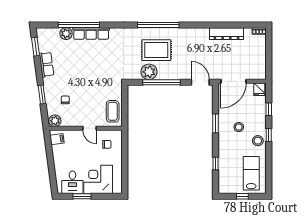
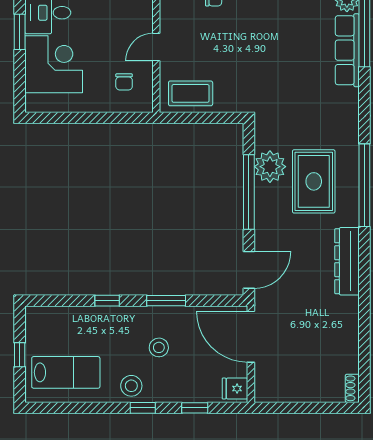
dresser: (226, 34) -> (347, 261), moved
window: (216, 164) -> (107, 301), moved

